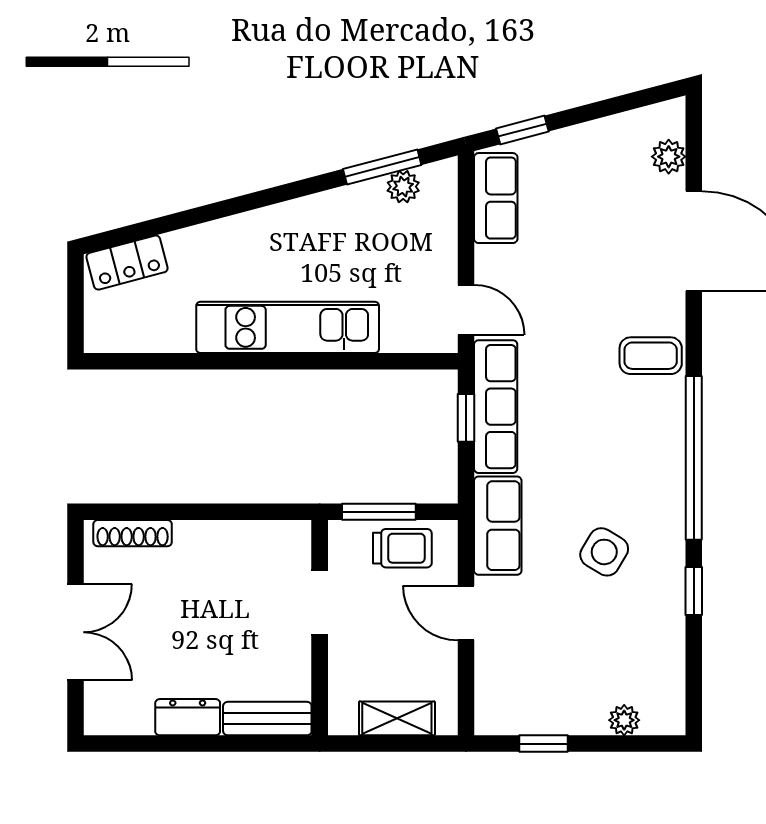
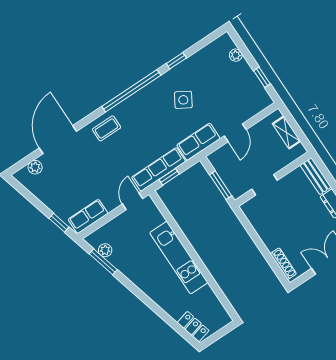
coffee table: (651, 356) -> (106, 128), turned 90
trolley: (402, 548) -> (228, 169), removed

